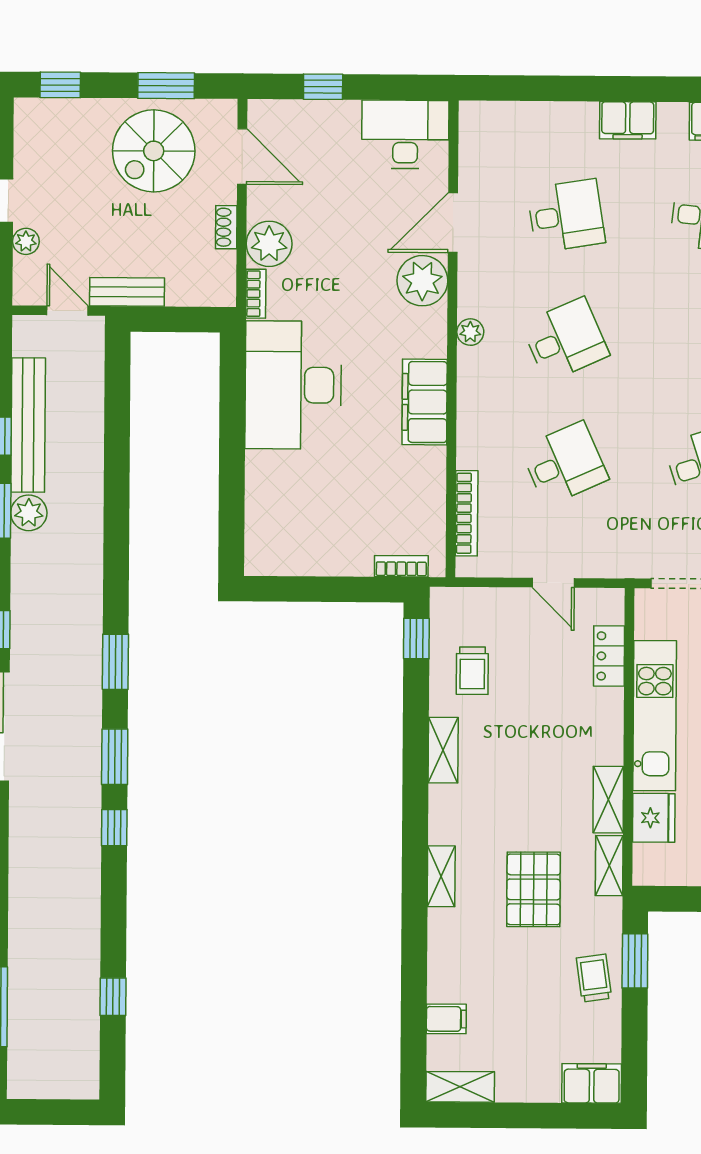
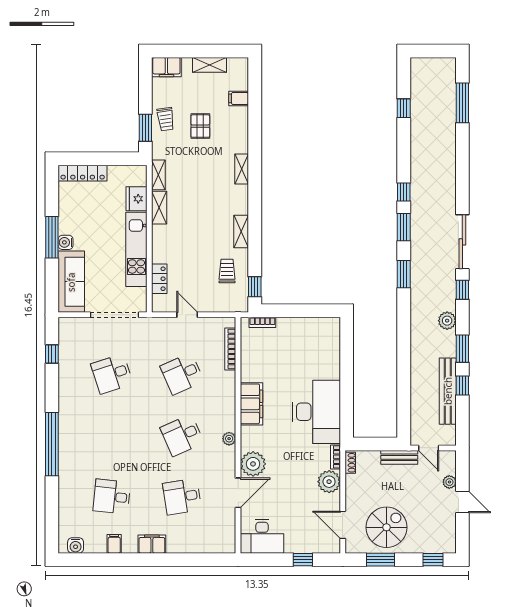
shoe rack: (226, 227) -> (350, 463), moved
plant: (29, 513) -> (447, 321), moved
pallet: (534, 889) -> (200, 126), moved, width x0.67, depth x0.71
shelving: (460, 1087) -> (210, 65), moved

